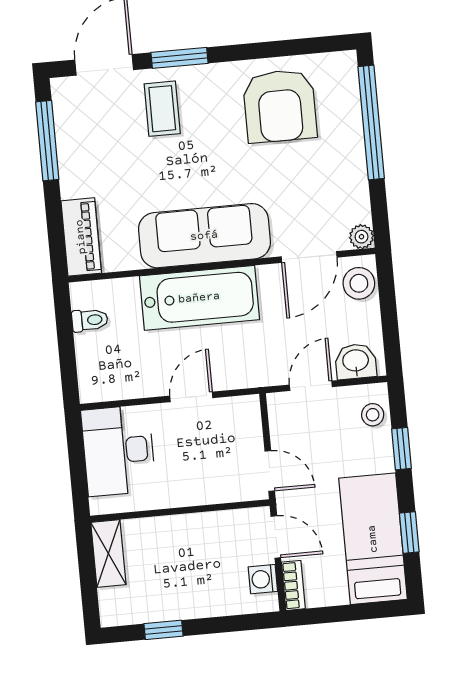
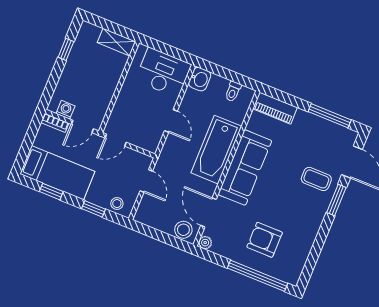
armchair: (280, 106) -> (265, 240), moved, width x0.73, depth x0.73
washbasin: (356, 361) -> (200, 79), moved

